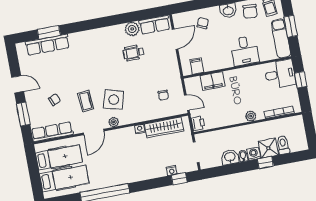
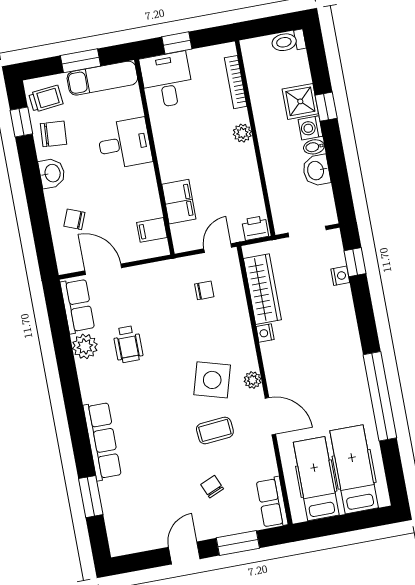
row of seats: (47, 45) -> (102, 441), moved
row of seats: (52, 132) -> (272, 502), width x0.68
toilet: (283, 145) -> (288, 41), moved

